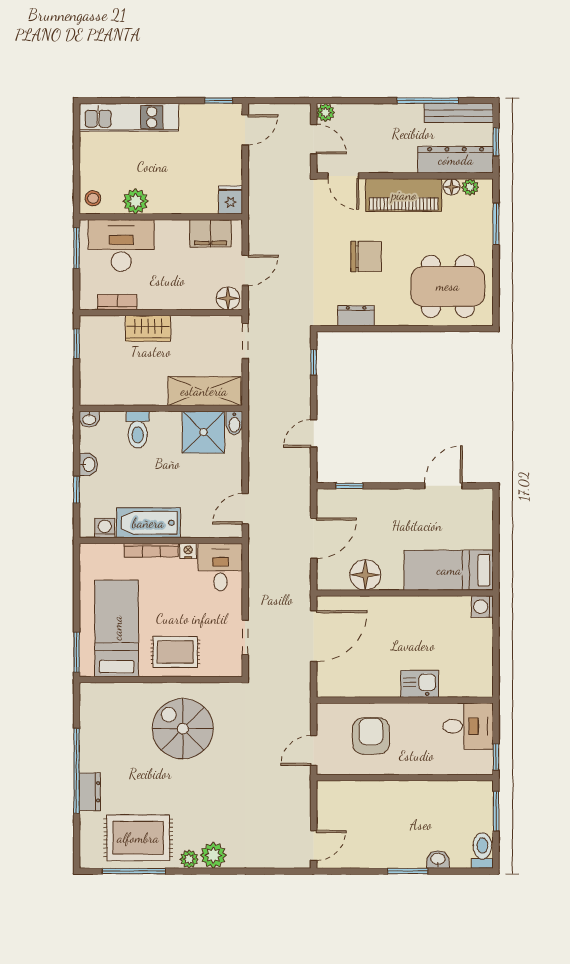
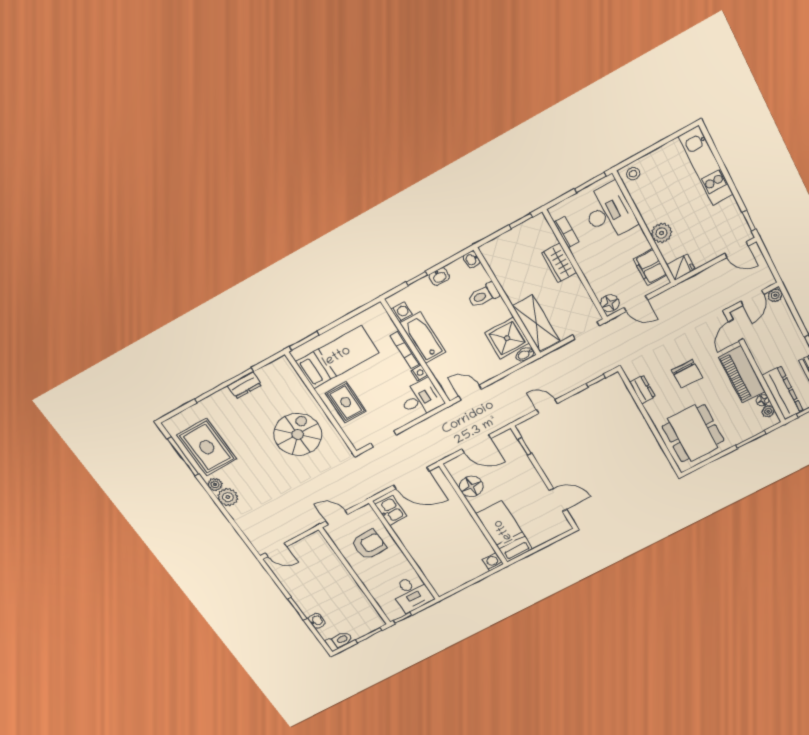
plant: (136, 201) -> (662, 233), moved
kitchen sink: (420, 684) -> (391, 510), moved
dresser: (90, 792) -> (245, 385), moved

